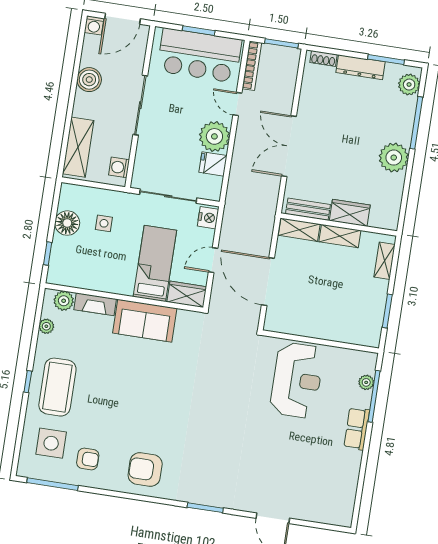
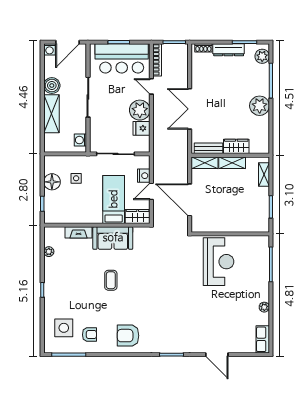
shelving: (78, 147) -> (51, 114), moved
nightstand: (208, 218) -> (144, 176), moved
plant: (64, 301) -> (58, 233), removed
plant: (366, 382) -> (264, 307), moved
coffee table: (57, 387) -> (111, 280), moved, width x0.54, depth x0.58
row of seats: (357, 429) -> (263, 339), moved

